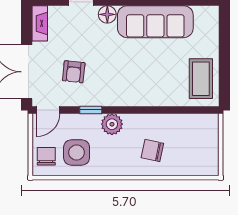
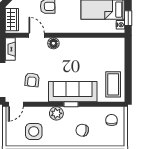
sofa: (155, 22) -> (73, 92), moved, turned 180
window: (91, 110) -> (71, 104), moved
chair: (46, 156) -> (112, 120), moved

